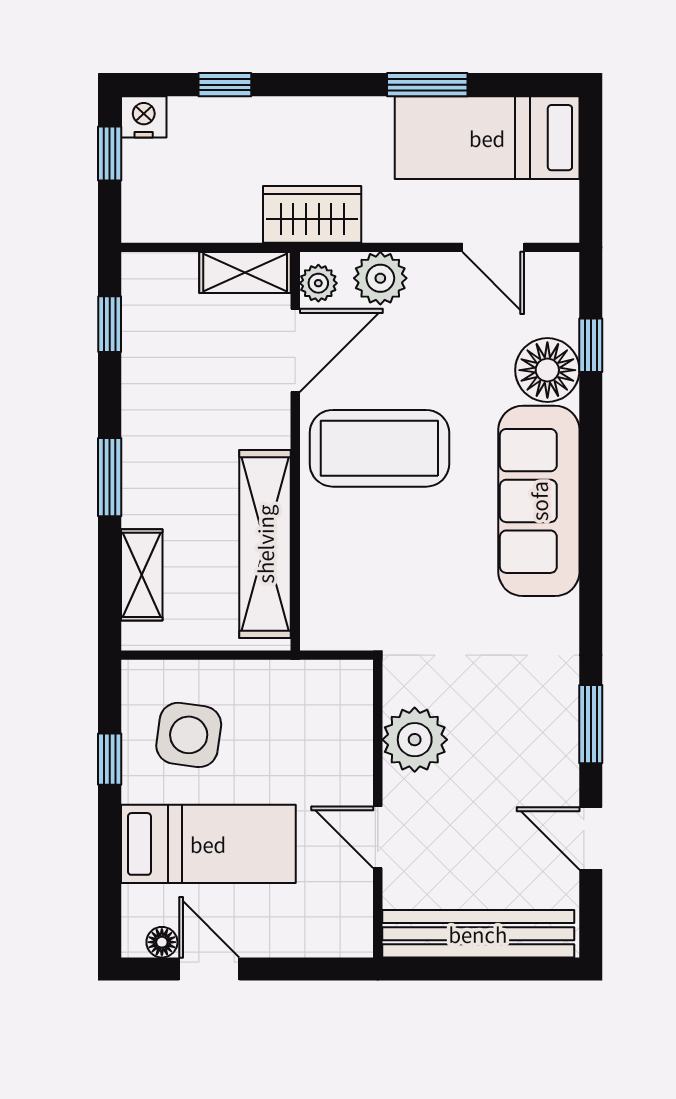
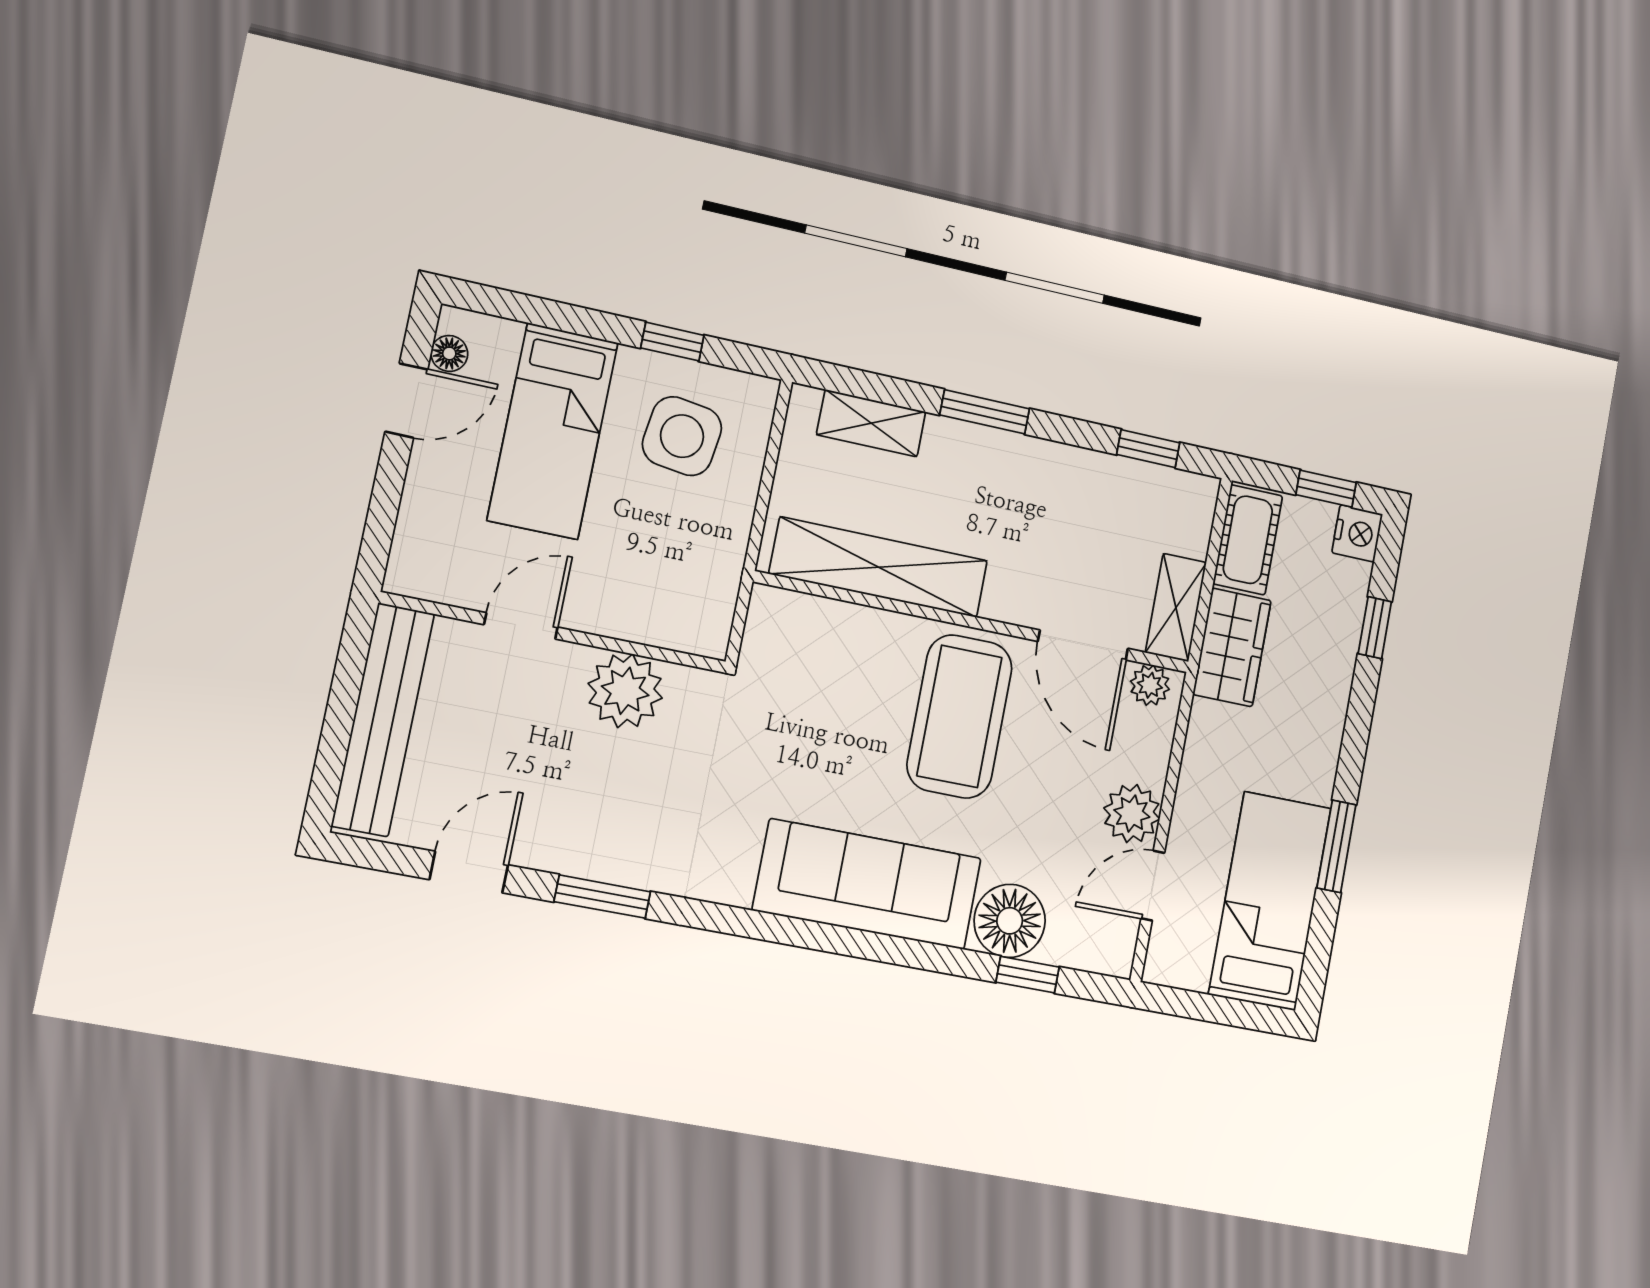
wardrobe: (312, 214) -> (1232, 647), moved
cot: (171, 218) -> (1248, 540), added
plant: (380, 278) -> (1132, 814), moved

